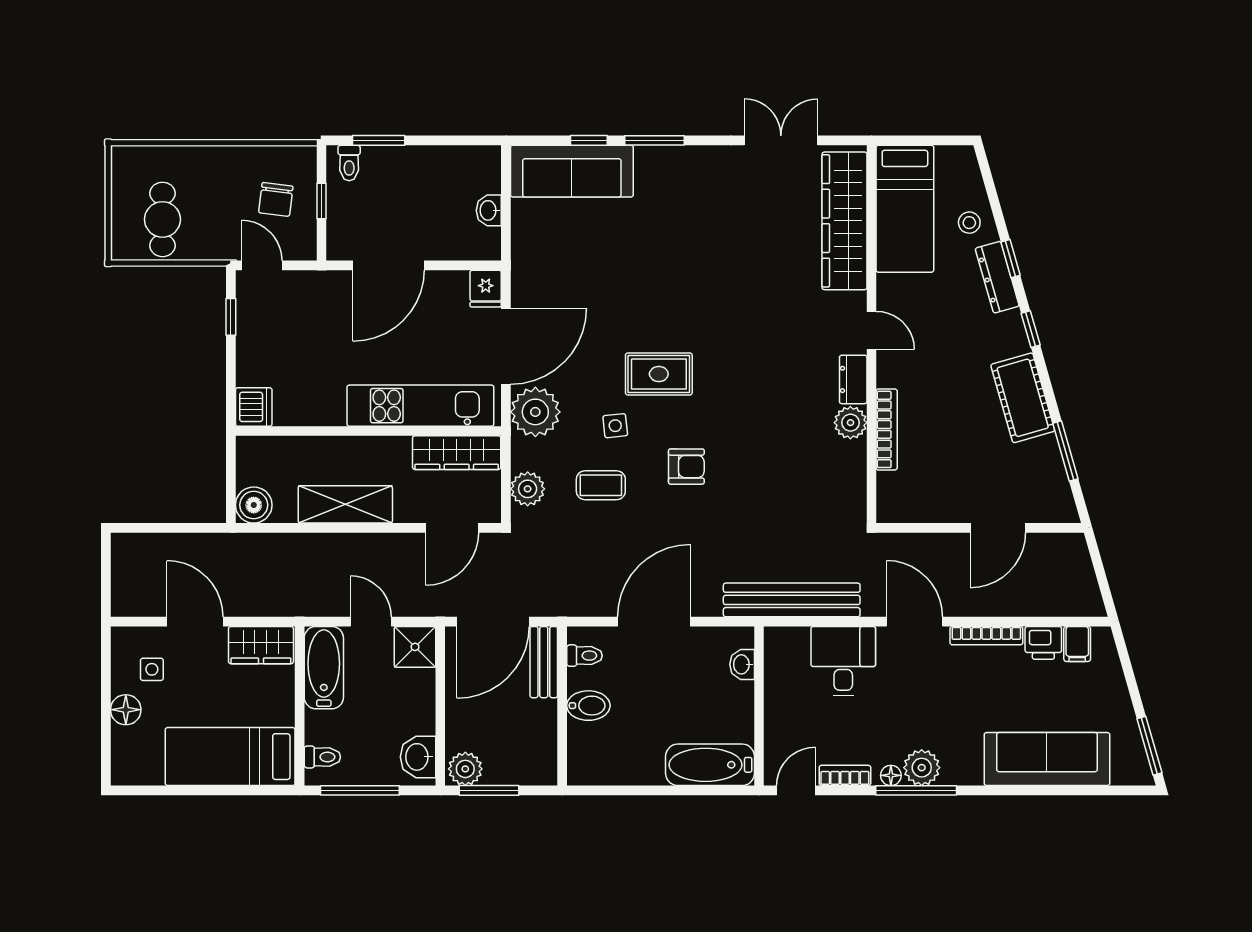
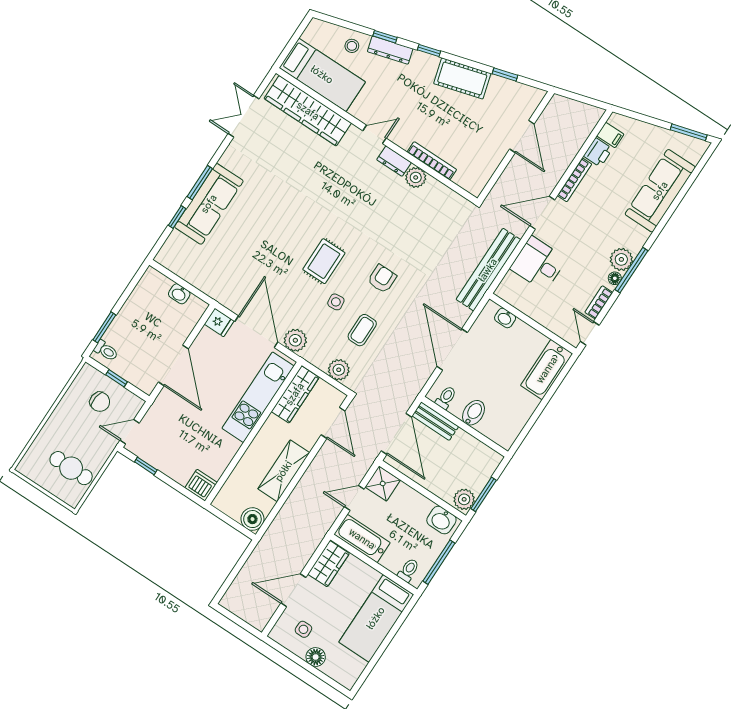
sofa: (572, 171) -> (209, 204), moved
plant: (535, 412) -> (295, 340), width x0.73, depth x0.73
window: (1065, 451) -> (505, 74), width x0.67

